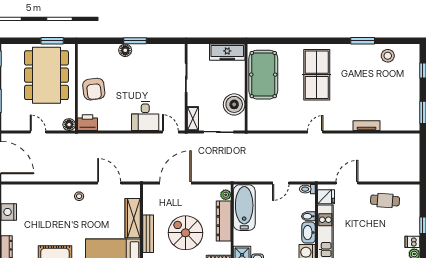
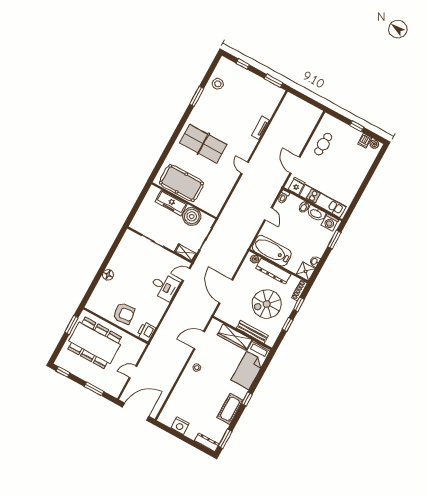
window: (135, 41) -> (105, 264), removed
freezer: (227, 52) -> (171, 203), moved, turned 90
floor lamp: (69, 125) -> (140, 346), removed

